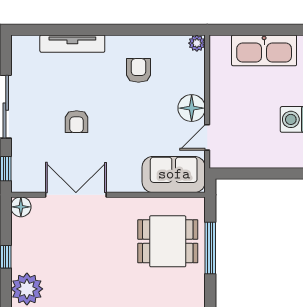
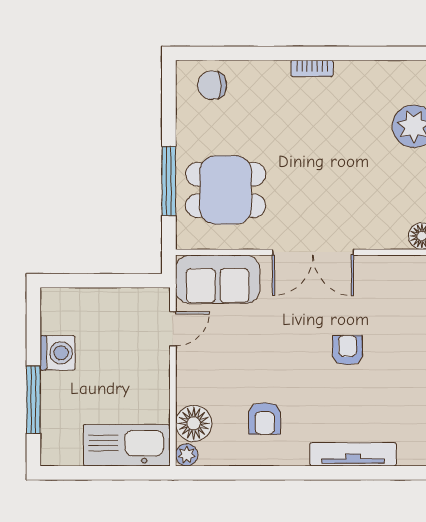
kitchen sink: (264, 50) -> (127, 445), moved
floor lamp: (192, 108) -> (194, 423), moved
double door: (76, 195) -> (313, 252), moved

